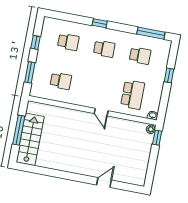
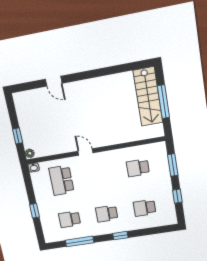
window: (151, 33) -> (80, 242), moved
window: (157, 138) -> (18, 136), moved
door: (104, 182) -> (54, 81), hinge flipped

